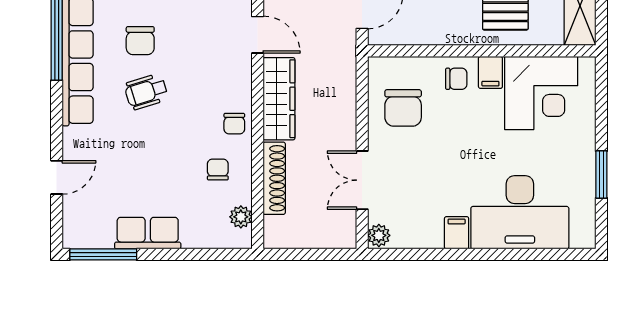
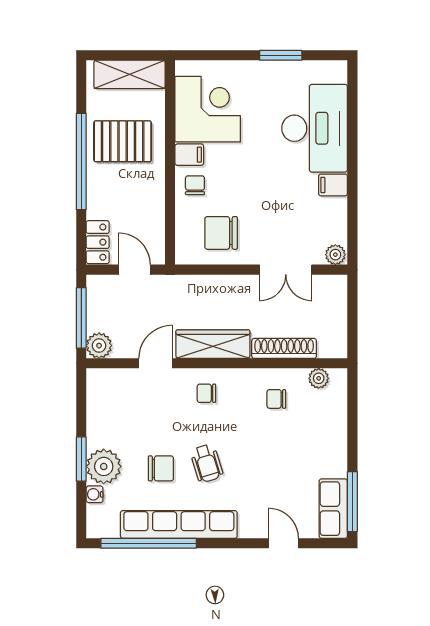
chair: (403, 108) -> (221, 233), turned 180
chair: (234, 124) -> (206, 393), moved, turned 180
row of seats: (148, 233) -> (333, 509), moved

